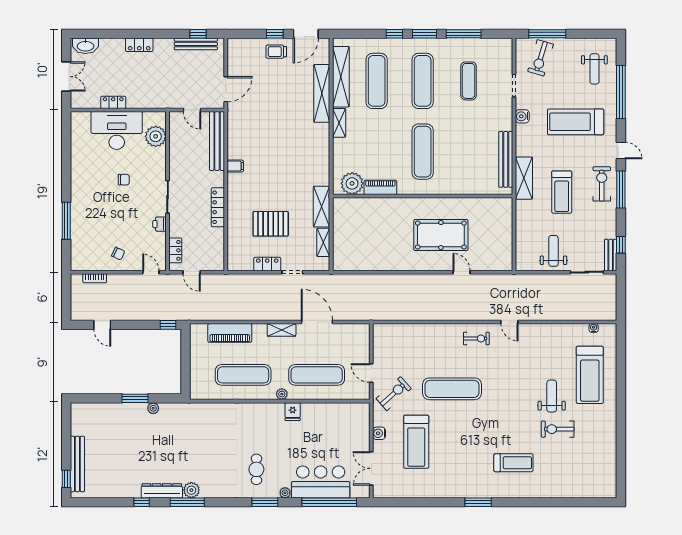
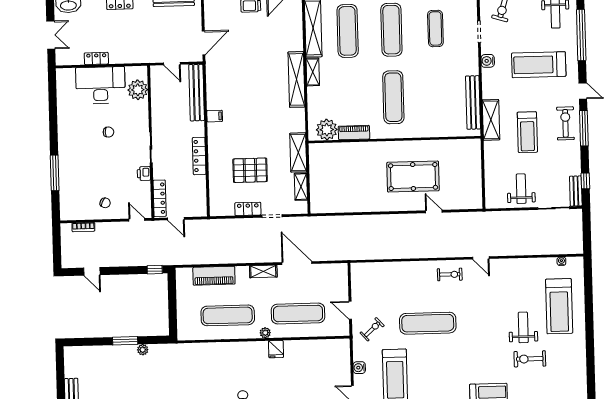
shelving: (322, 93) -> (296, 79), moved
locker: (175, 250) -> (160, 198), width x1.53
exercise bike: (394, 394) -> (372, 329), width x0.73, depth x0.72

